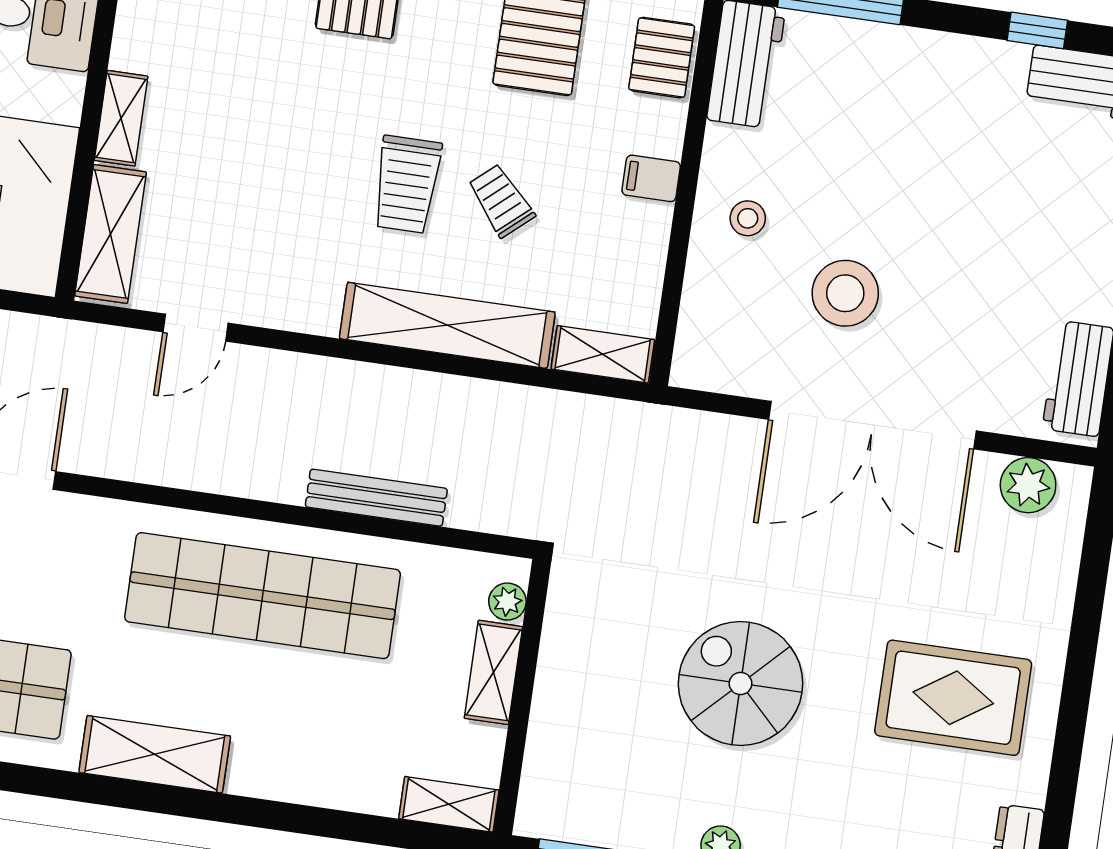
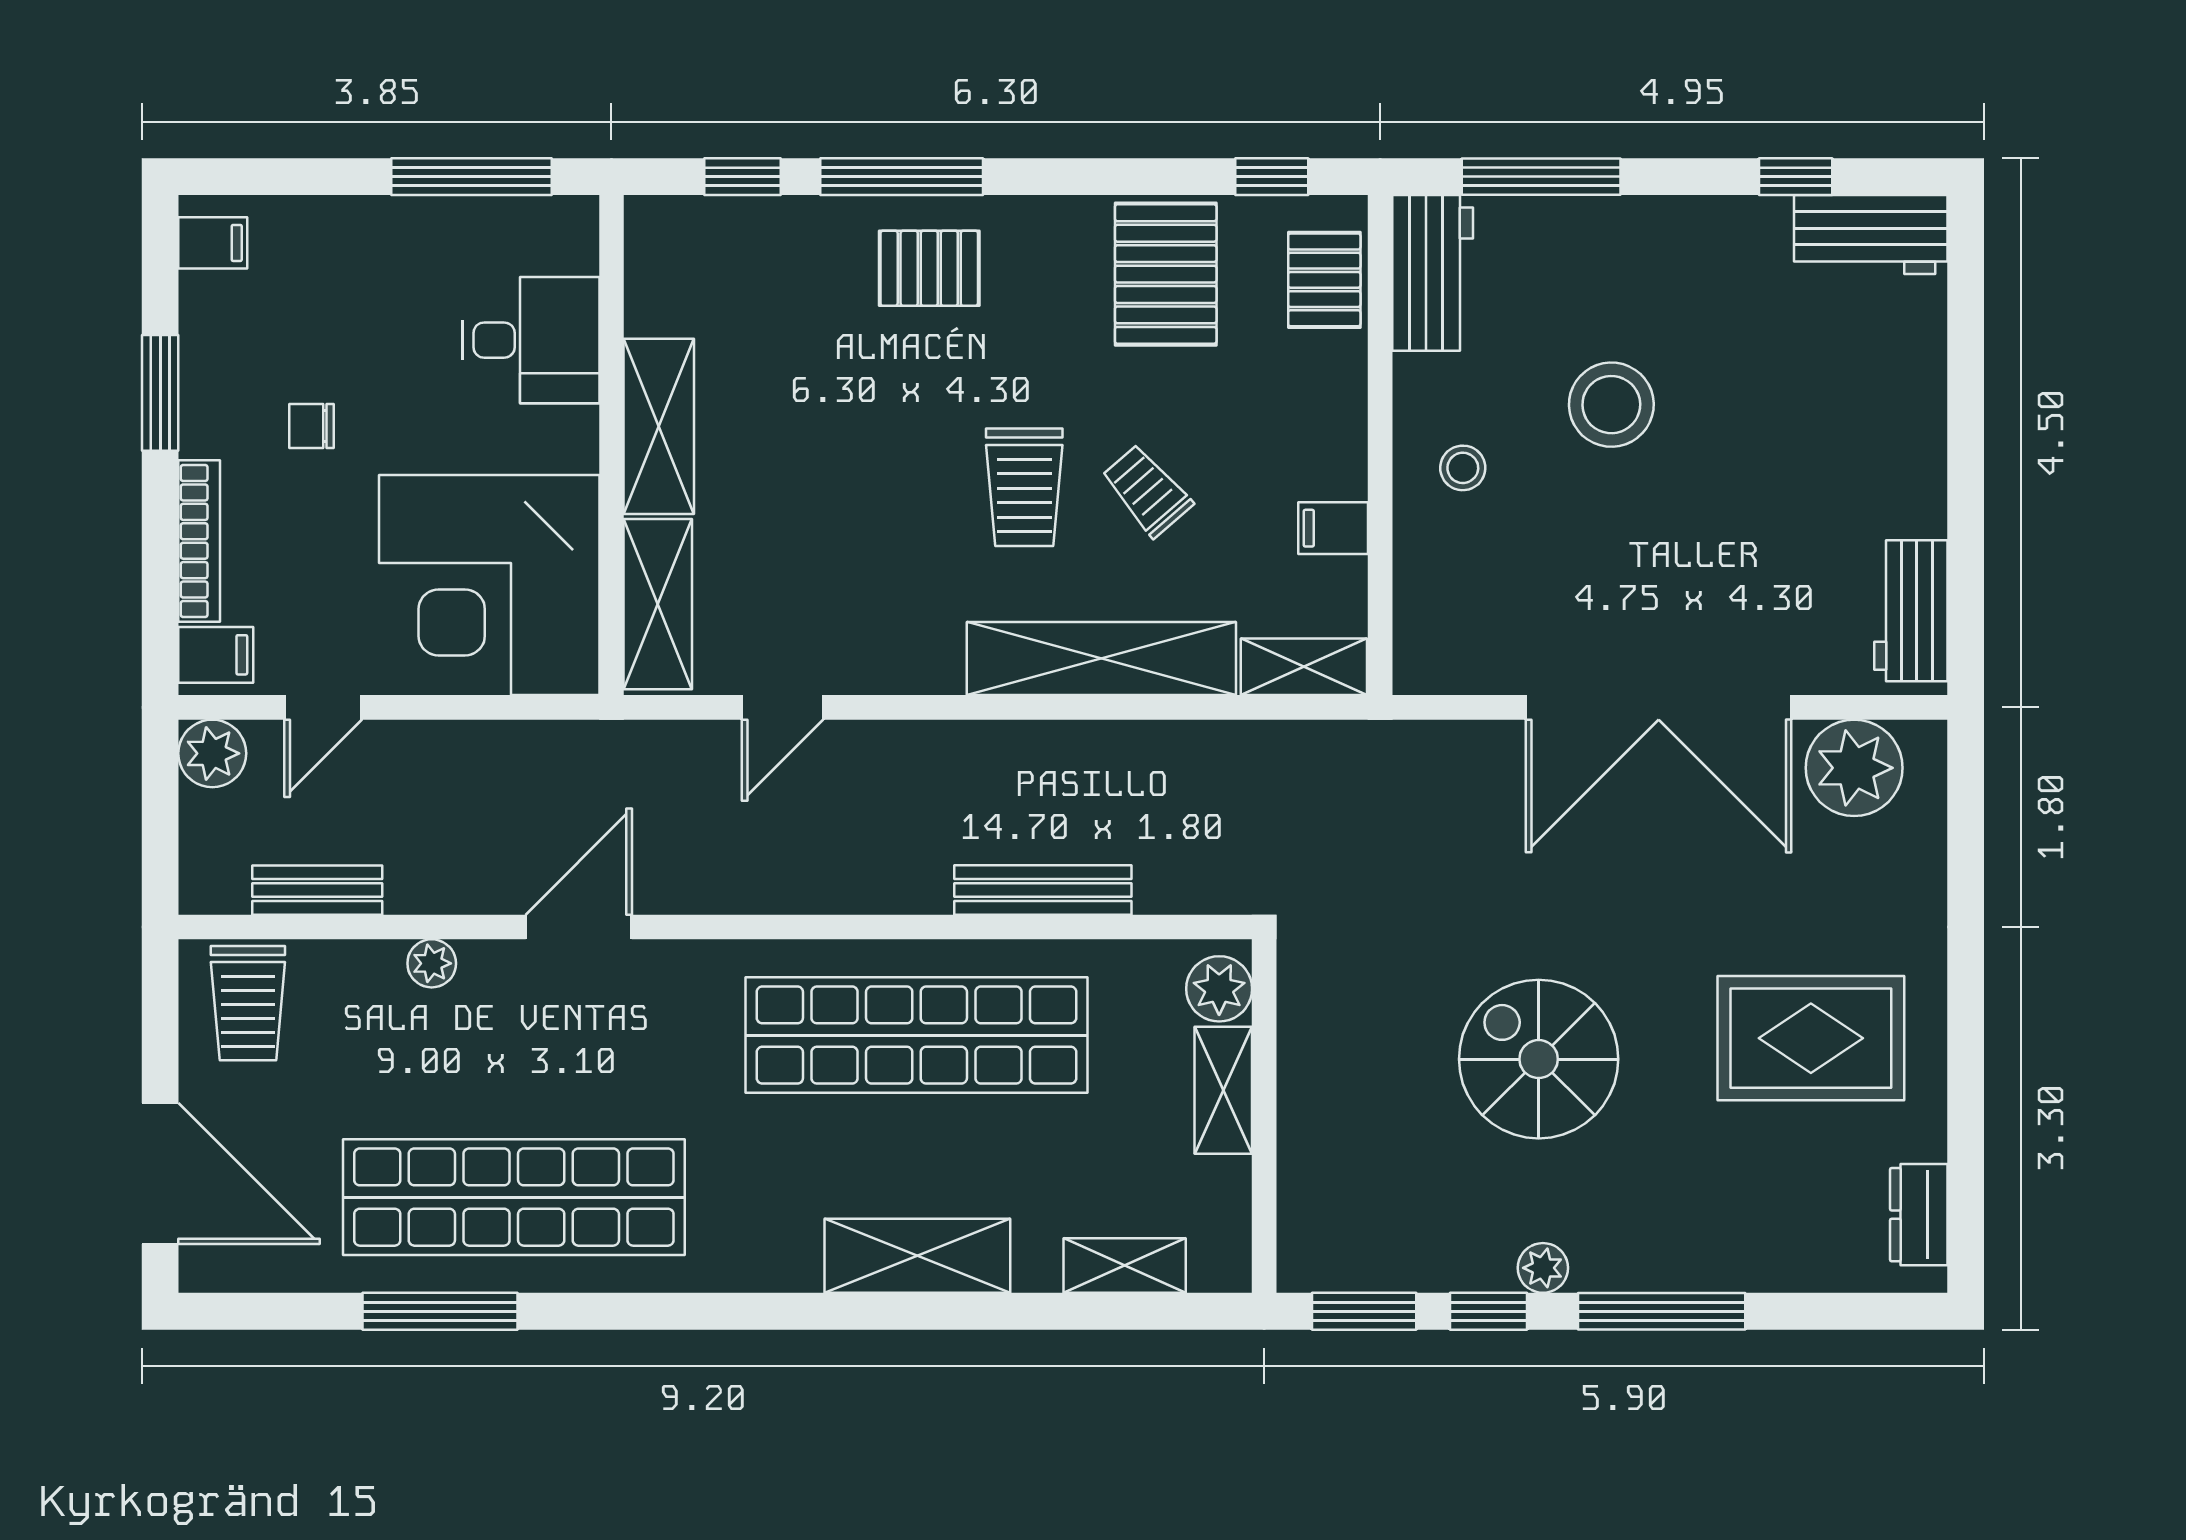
shelving: (121, 118) -> (659, 426), width x1.50, depth x1.33
filing cabinet: (651, 178) -> (1333, 528), moved
stool: (845, 293) -> (1611, 405), moved
plant: (1028, 485) -> (1854, 768), width x1.36, depth x1.36
plant: (507, 602) -> (1219, 989), width x1.38, depth x1.38
shelving: (155, 754) -> (917, 1256), moved
shelving: (449, 804) -> (1125, 1266), moved

